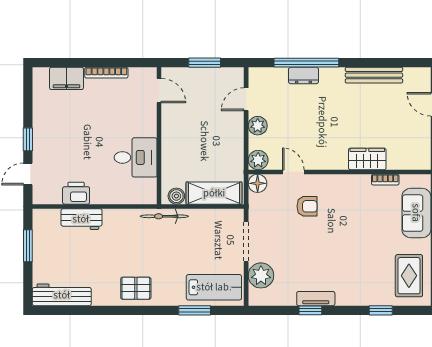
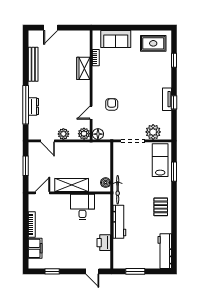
window: (28, 139) -> (52, 271), moved
shelving: (214, 193) -> (72, 185), moved, turned 90
workbench: (81, 219) -> (119, 222), moved, width x1.38

